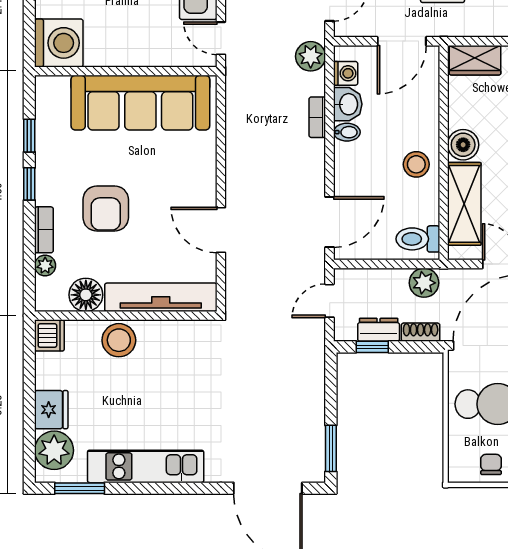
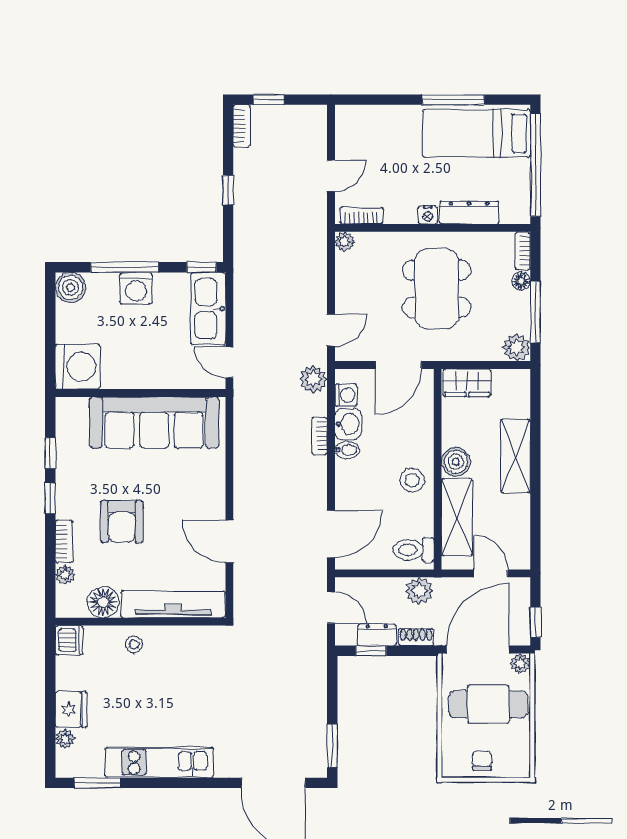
door: (330, 301) -> (331, 608), swing flipped
stool: (119, 340) -> (134, 644), width x0.53, depth x0.53
plant: (54, 450) -> (65, 739), width x0.53, depth x0.53

